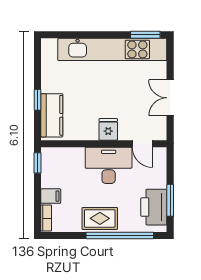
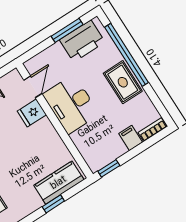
fridge: (108, 129) -> (32, 113), moved

